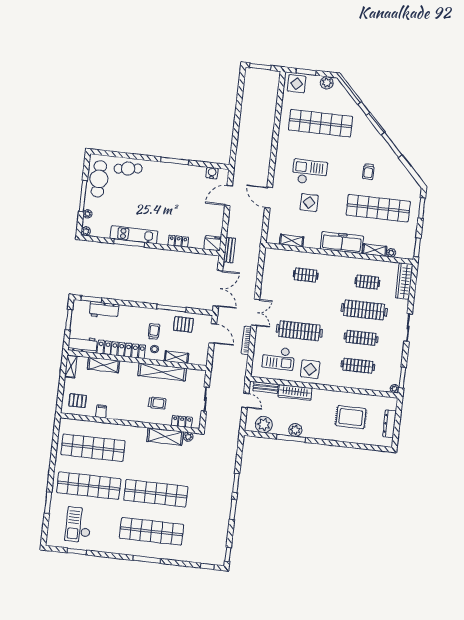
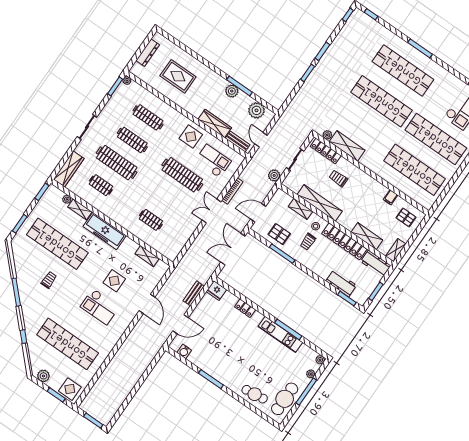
bench: (229, 250) -> (194, 293), moved
door: (213, 333) -> (258, 213), hinge flipped
plant: (216, 375) -> (274, 175), added
locker: (182, 422) -> (326, 151), width x1.53

